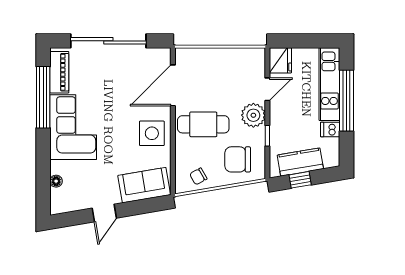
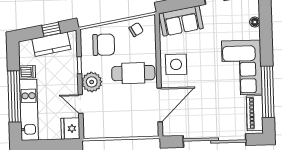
door: (267, 89) -> (81, 104), hinge flipped

